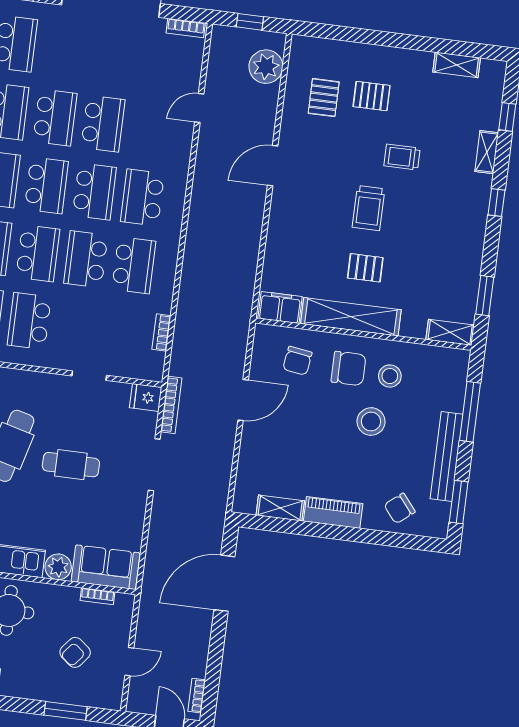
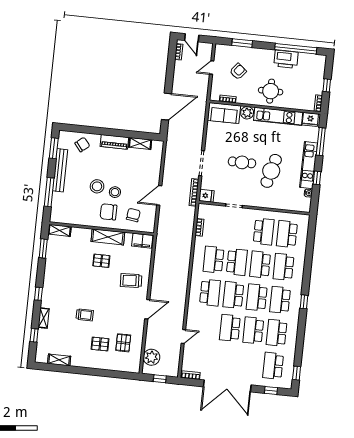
trolley: (368, 208) -> (131, 281), moved, turned -93
shelving: (351, 317) -> (108, 237), width x0.68
stool: (390, 376) -> (115, 192), moved

